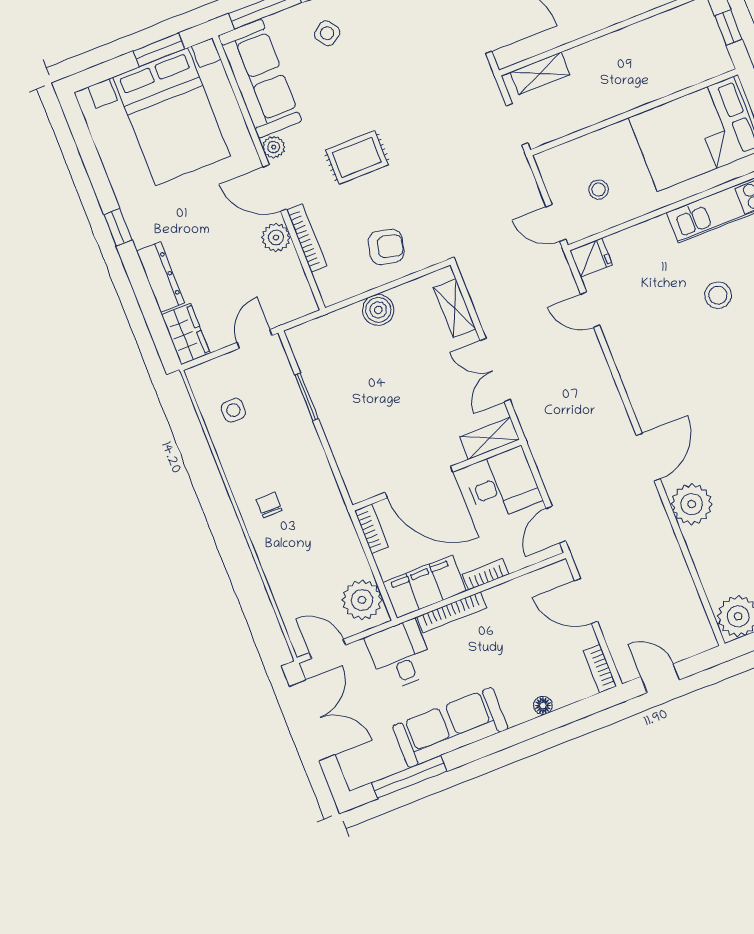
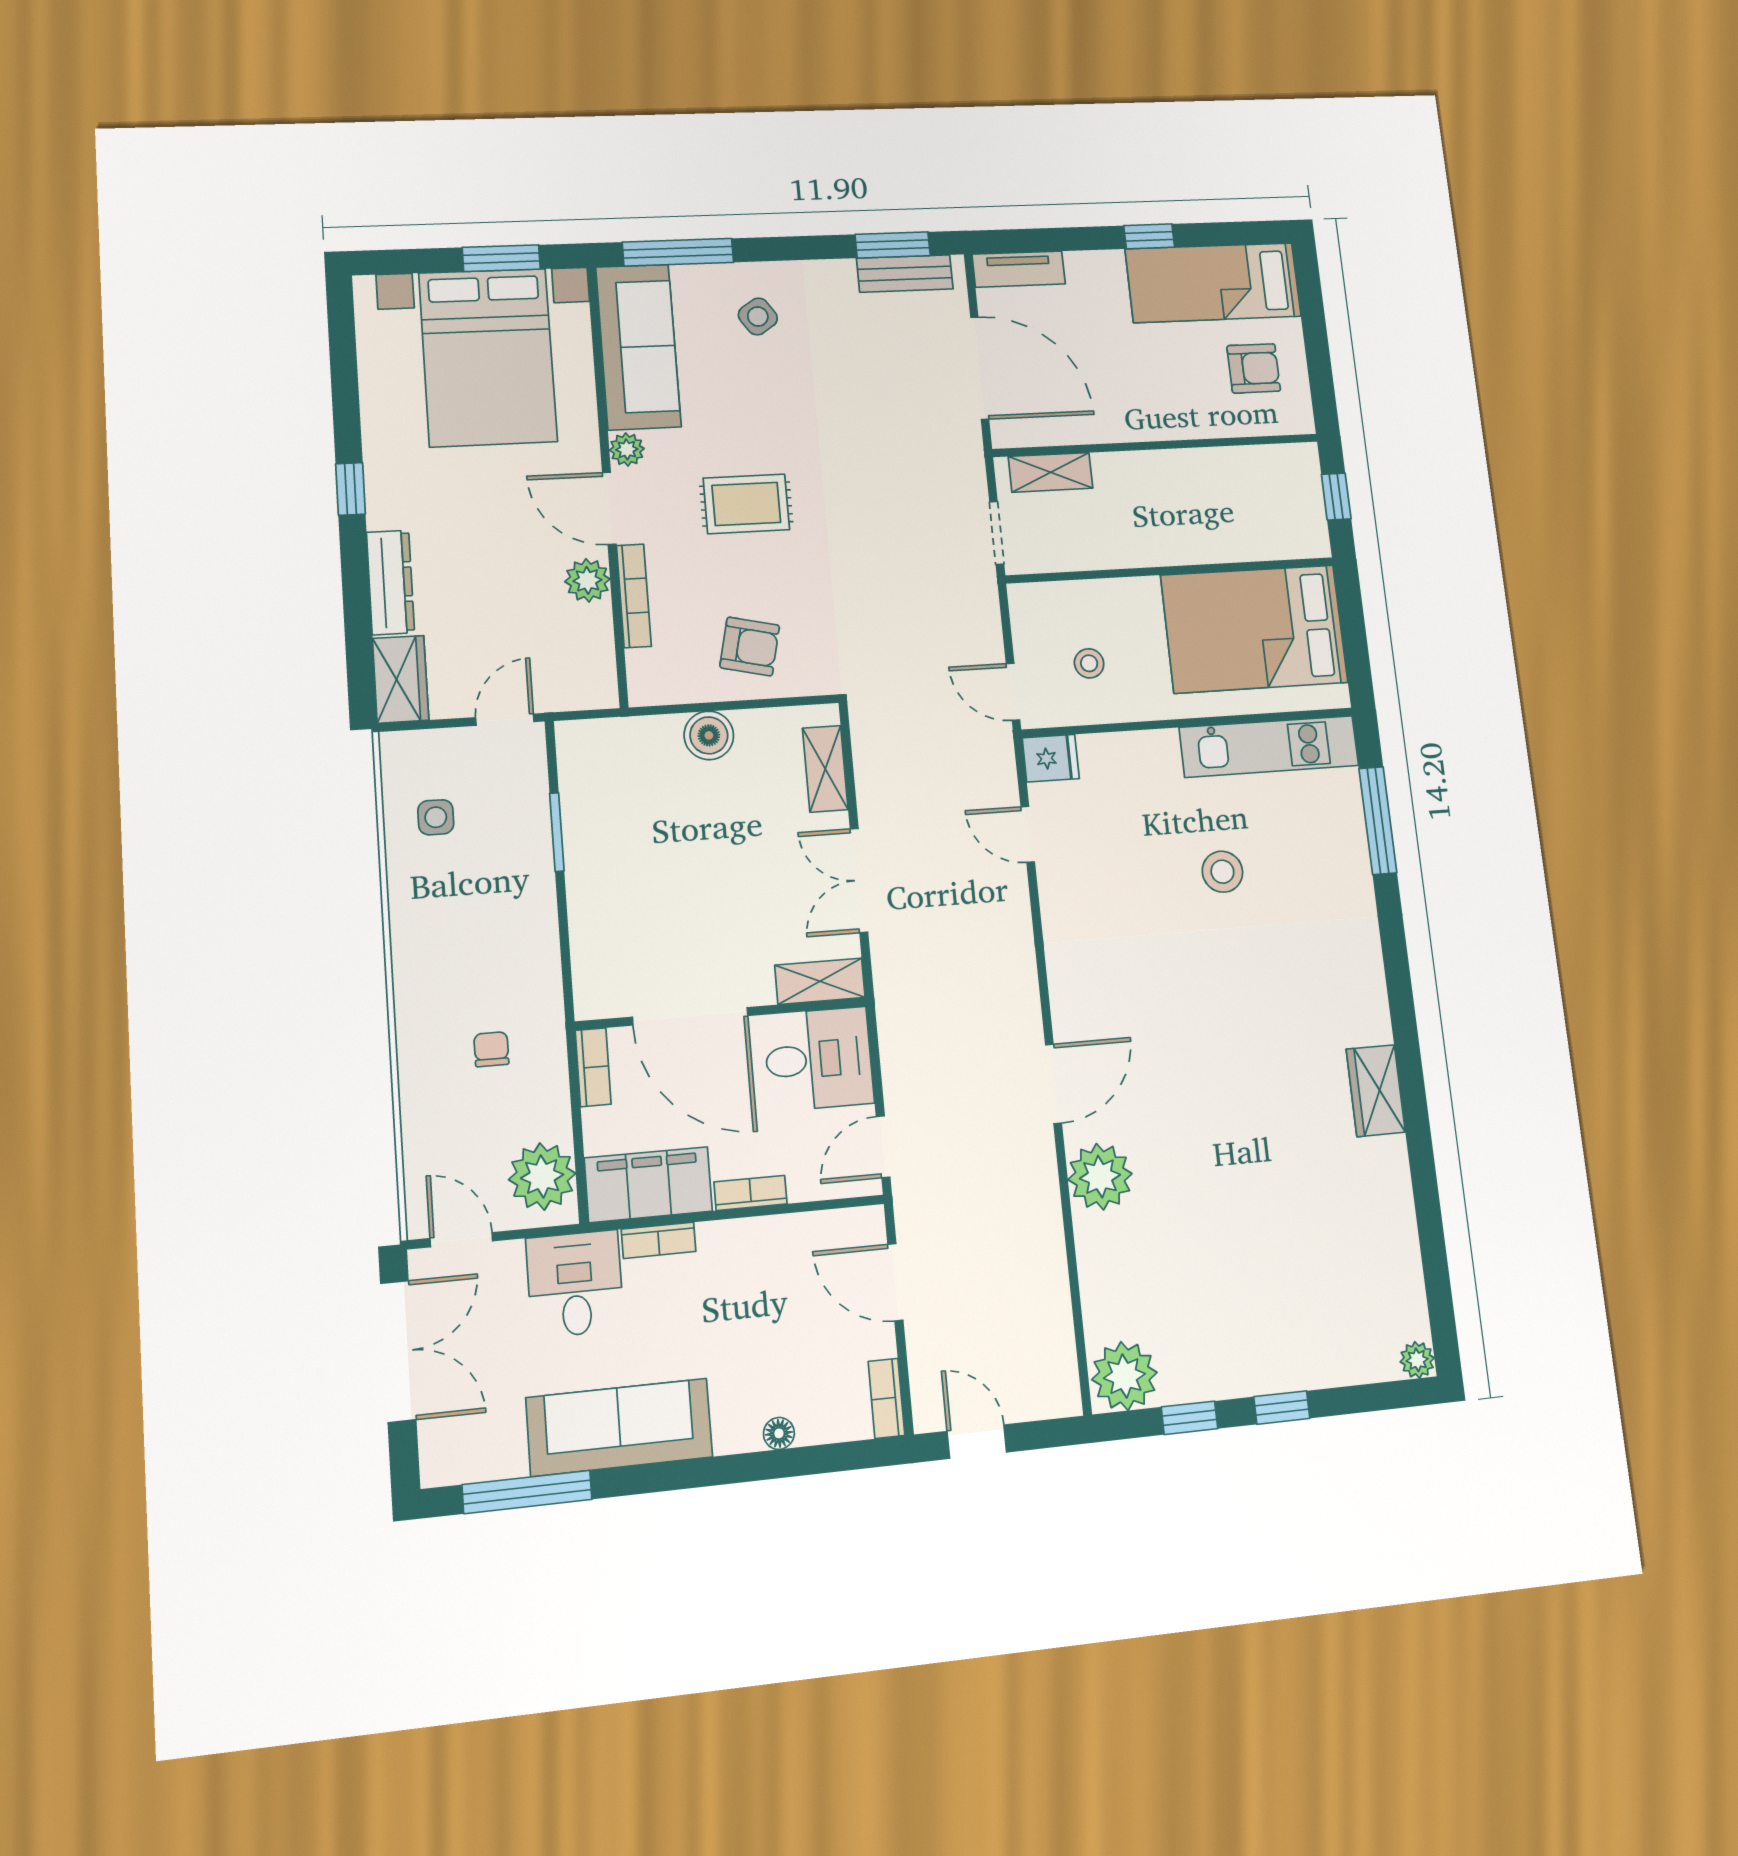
chair: (269, 505) -> (491, 1049), moved
bookcase: (452, 612) -> (659, 1240), width x0.64

